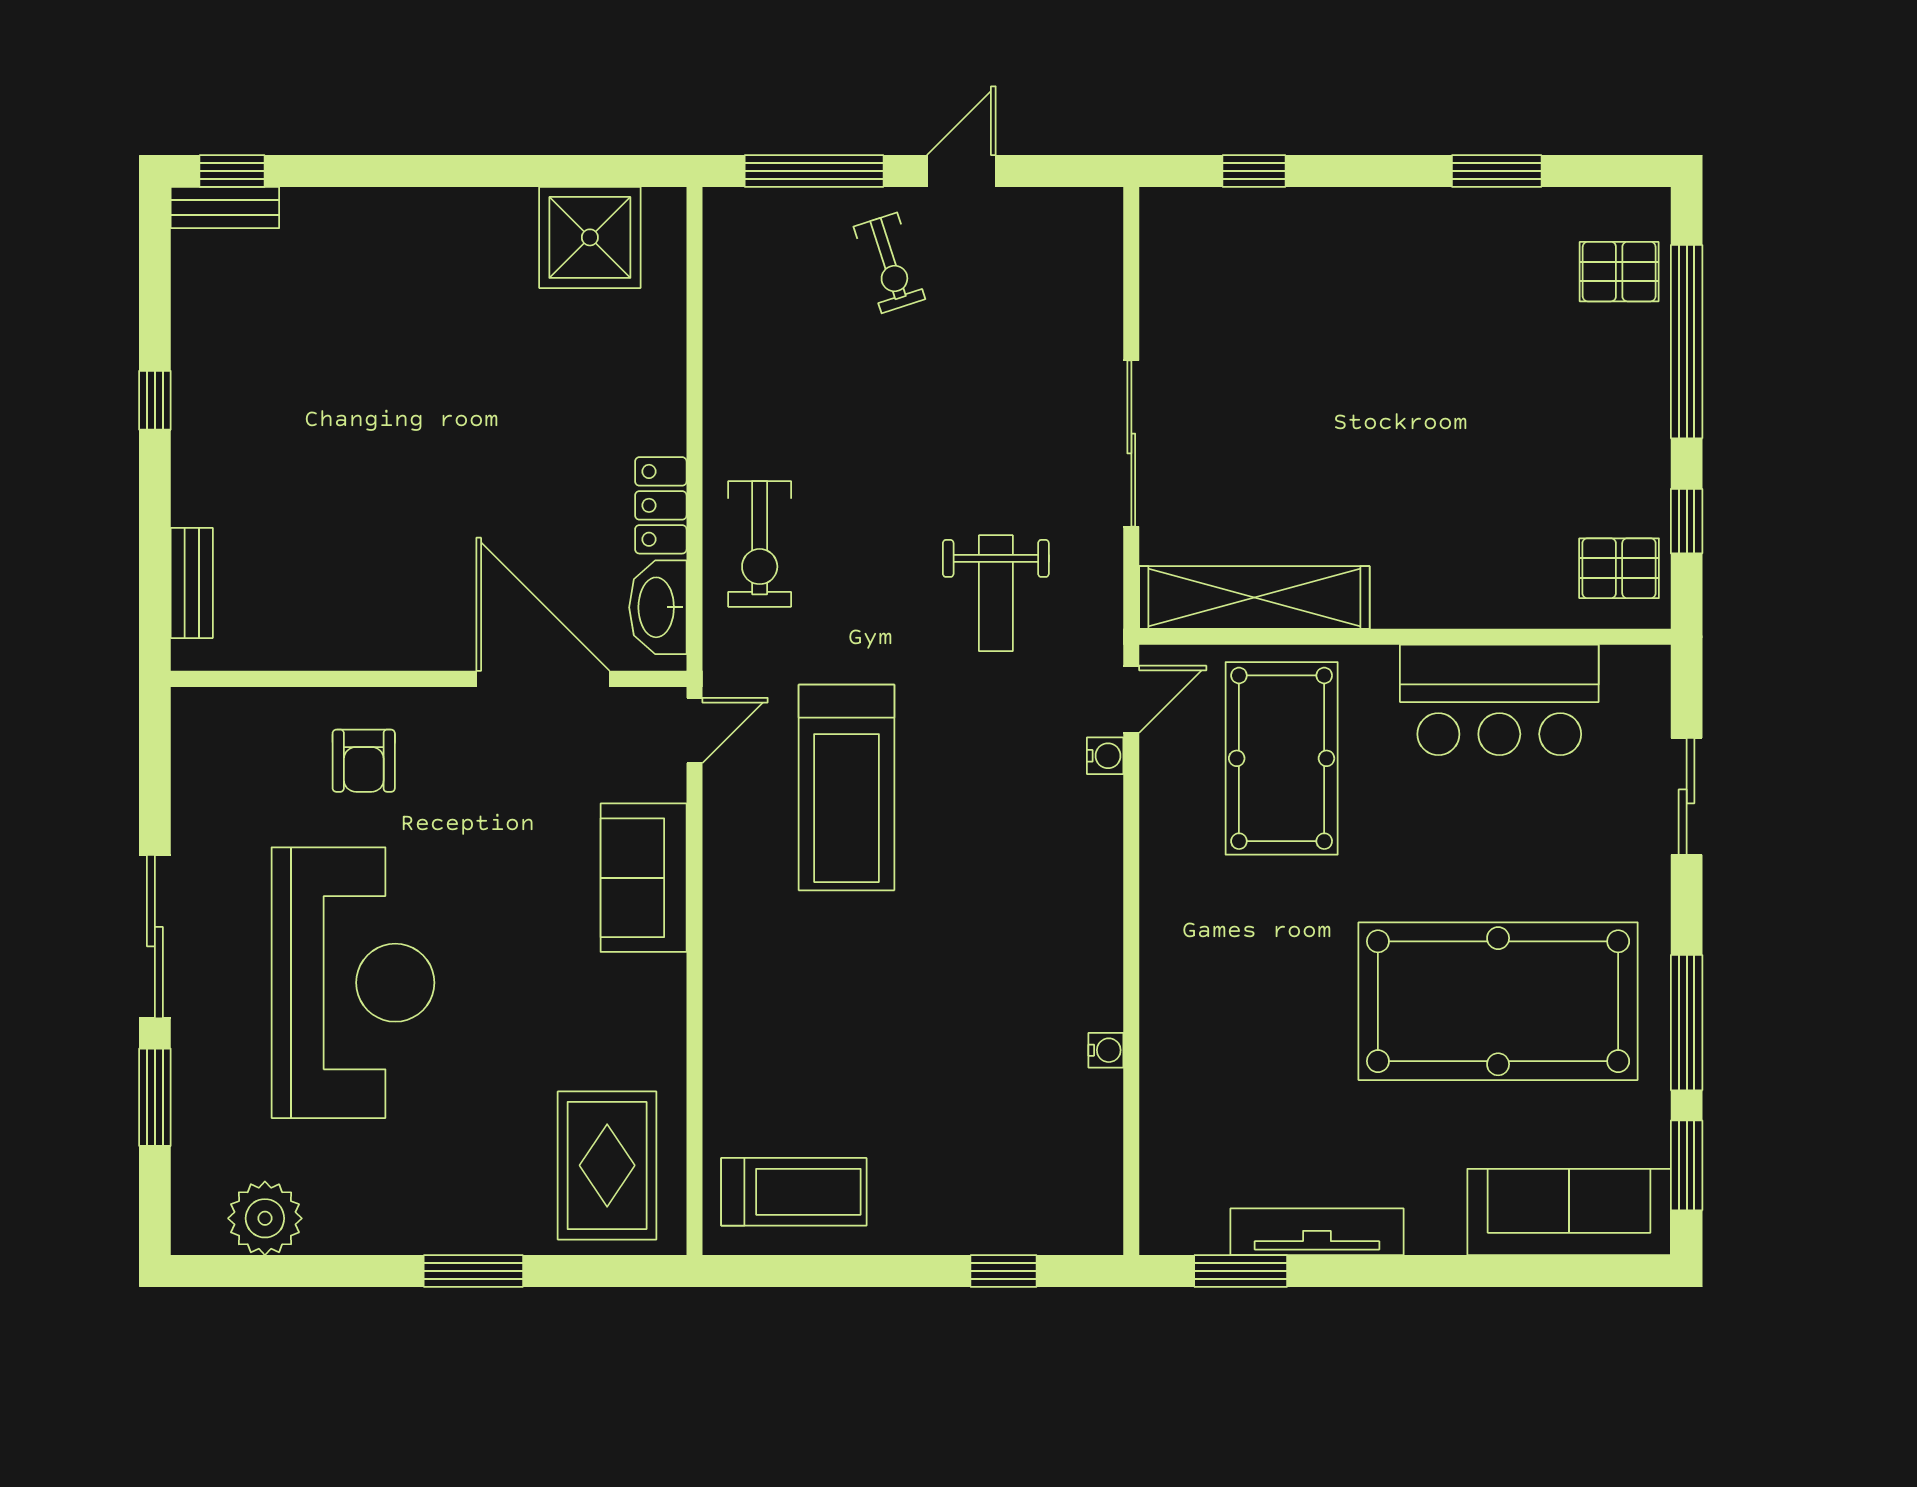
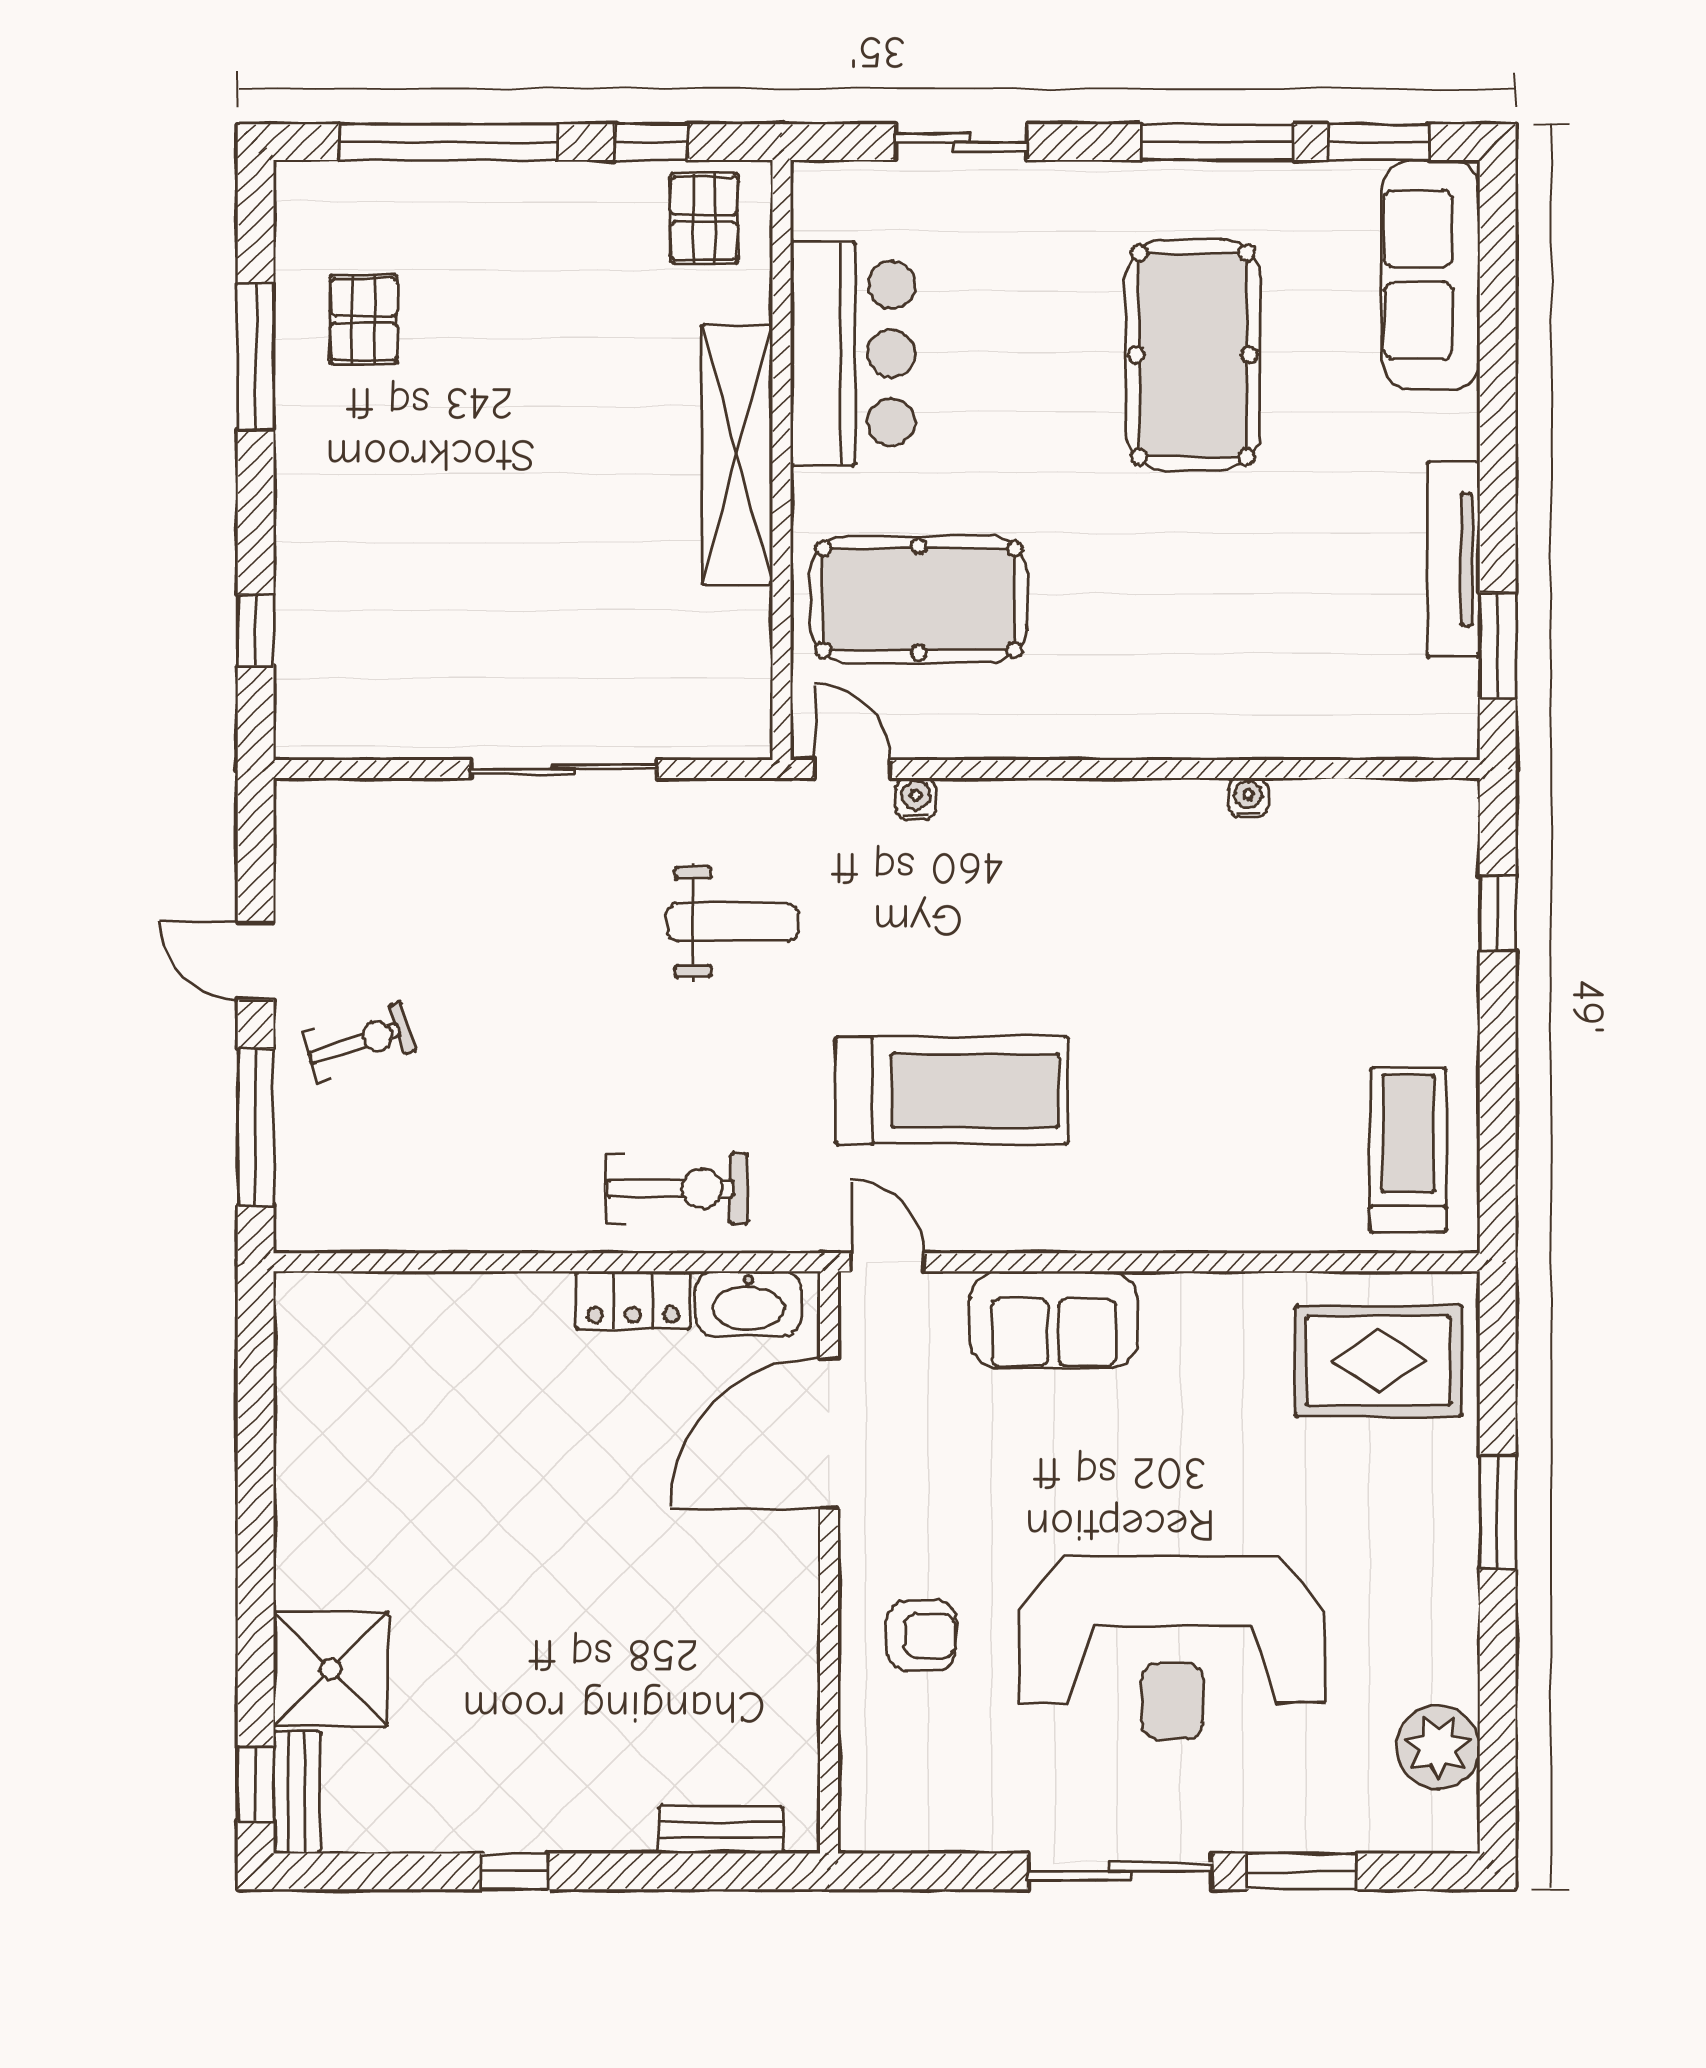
window: (1497, 171) -> (256, 356), width x1.44
shower: (590, 237) -> (331, 1669), moved
pallet: (1619, 272) -> (364, 319), moved
shelving: (1254, 597) -> (737, 454), moved
reception desk: (353, 983) -> (1172, 1648), turned 180
pool table: (1498, 1001) -> (1193, 355), width x0.73, depth x0.76

